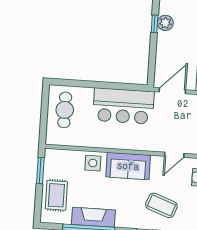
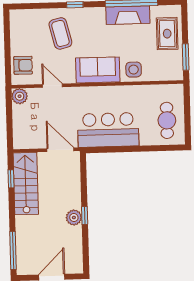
door: (172, 91) -> (60, 150), swing flipped
door: (174, 155) -> (52, 86), hinge flipped
coffee table: (161, 205) -> (60, 33), turned 56

